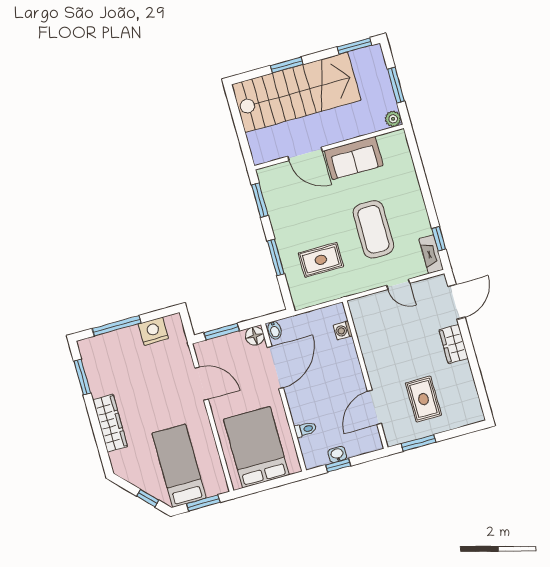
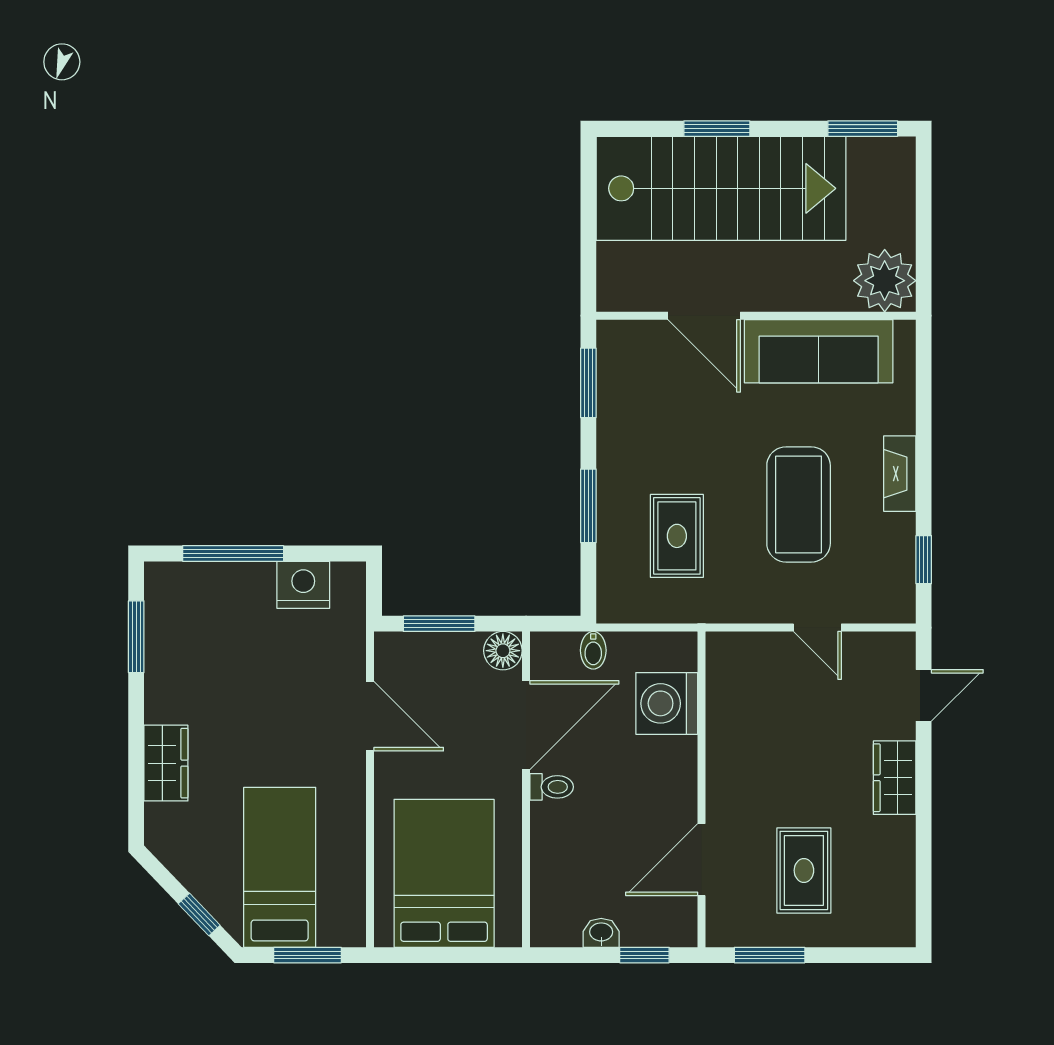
window: (396, 85) -> (924, 230), removed
plant: (393, 119) -> (885, 281), width x1.87, depth x1.87
sofa: (354, 158) -> (819, 351), width x1.36
fireplace: (431, 254) -> (900, 474), moved
rug: (321, 260) -> (677, 536), turned 90
door: (456, 302) -> (924, 695), width x0.73
bidet: (275, 330) -> (593, 650), moved
washing machine: (343, 330) -> (667, 703), width x1.89, depth x1.89
wardrobe: (110, 423) -> (166, 763), width x0.67
toilet: (305, 429) -> (552, 787), moved
window: (338, 465) -> (644, 955), moved

